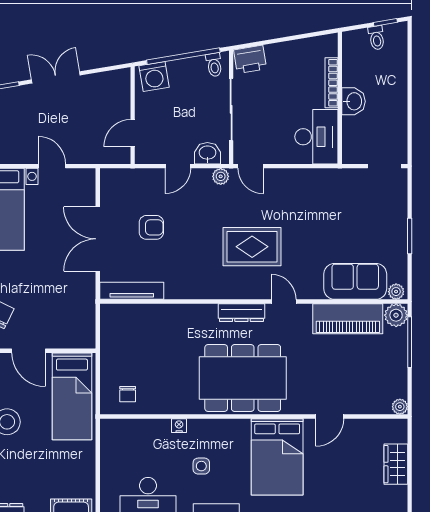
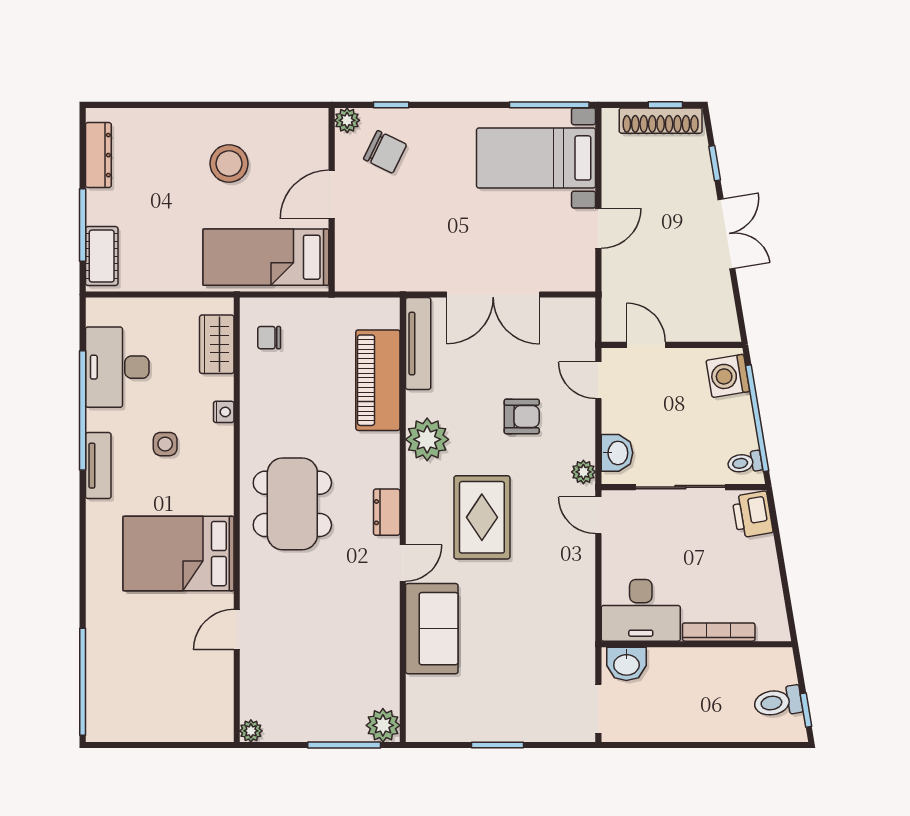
toilet: (376, 38) -> (778, 702), width x1.37, depth x1.39
washbasin: (354, 101) -> (626, 664), moved
door: (178, 166) -> (598, 380), moved
door: (251, 166) -> (598, 515), hinge flipped
armchair: (151, 227) -> (522, 416), moved, turned -90
double door: (98, 239) -> (493, 295), swing flipped
sofa: (355, 281) -> (432, 629), moved
plant: (396, 292) -> (427, 439), moved, width x1.87, depth x1.87
dresser: (241, 313) -> (387, 512), width x0.70
piano: (348, 319) -> (378, 380), moved
dining table: (243, 378) -> (292, 504), width x0.73, depth x0.80
door: (330, 416) -> (237, 629), hinge flipped
wardrobe: (396, 464) -> (217, 344), moved, turned -90

